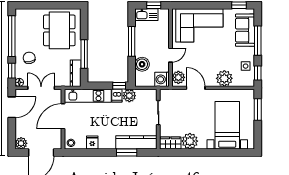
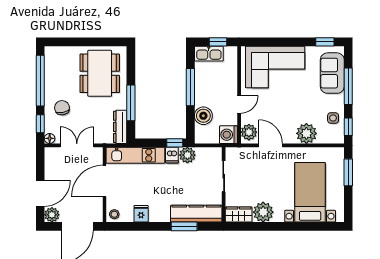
door: (12, 107) -> (40, 193), moved

